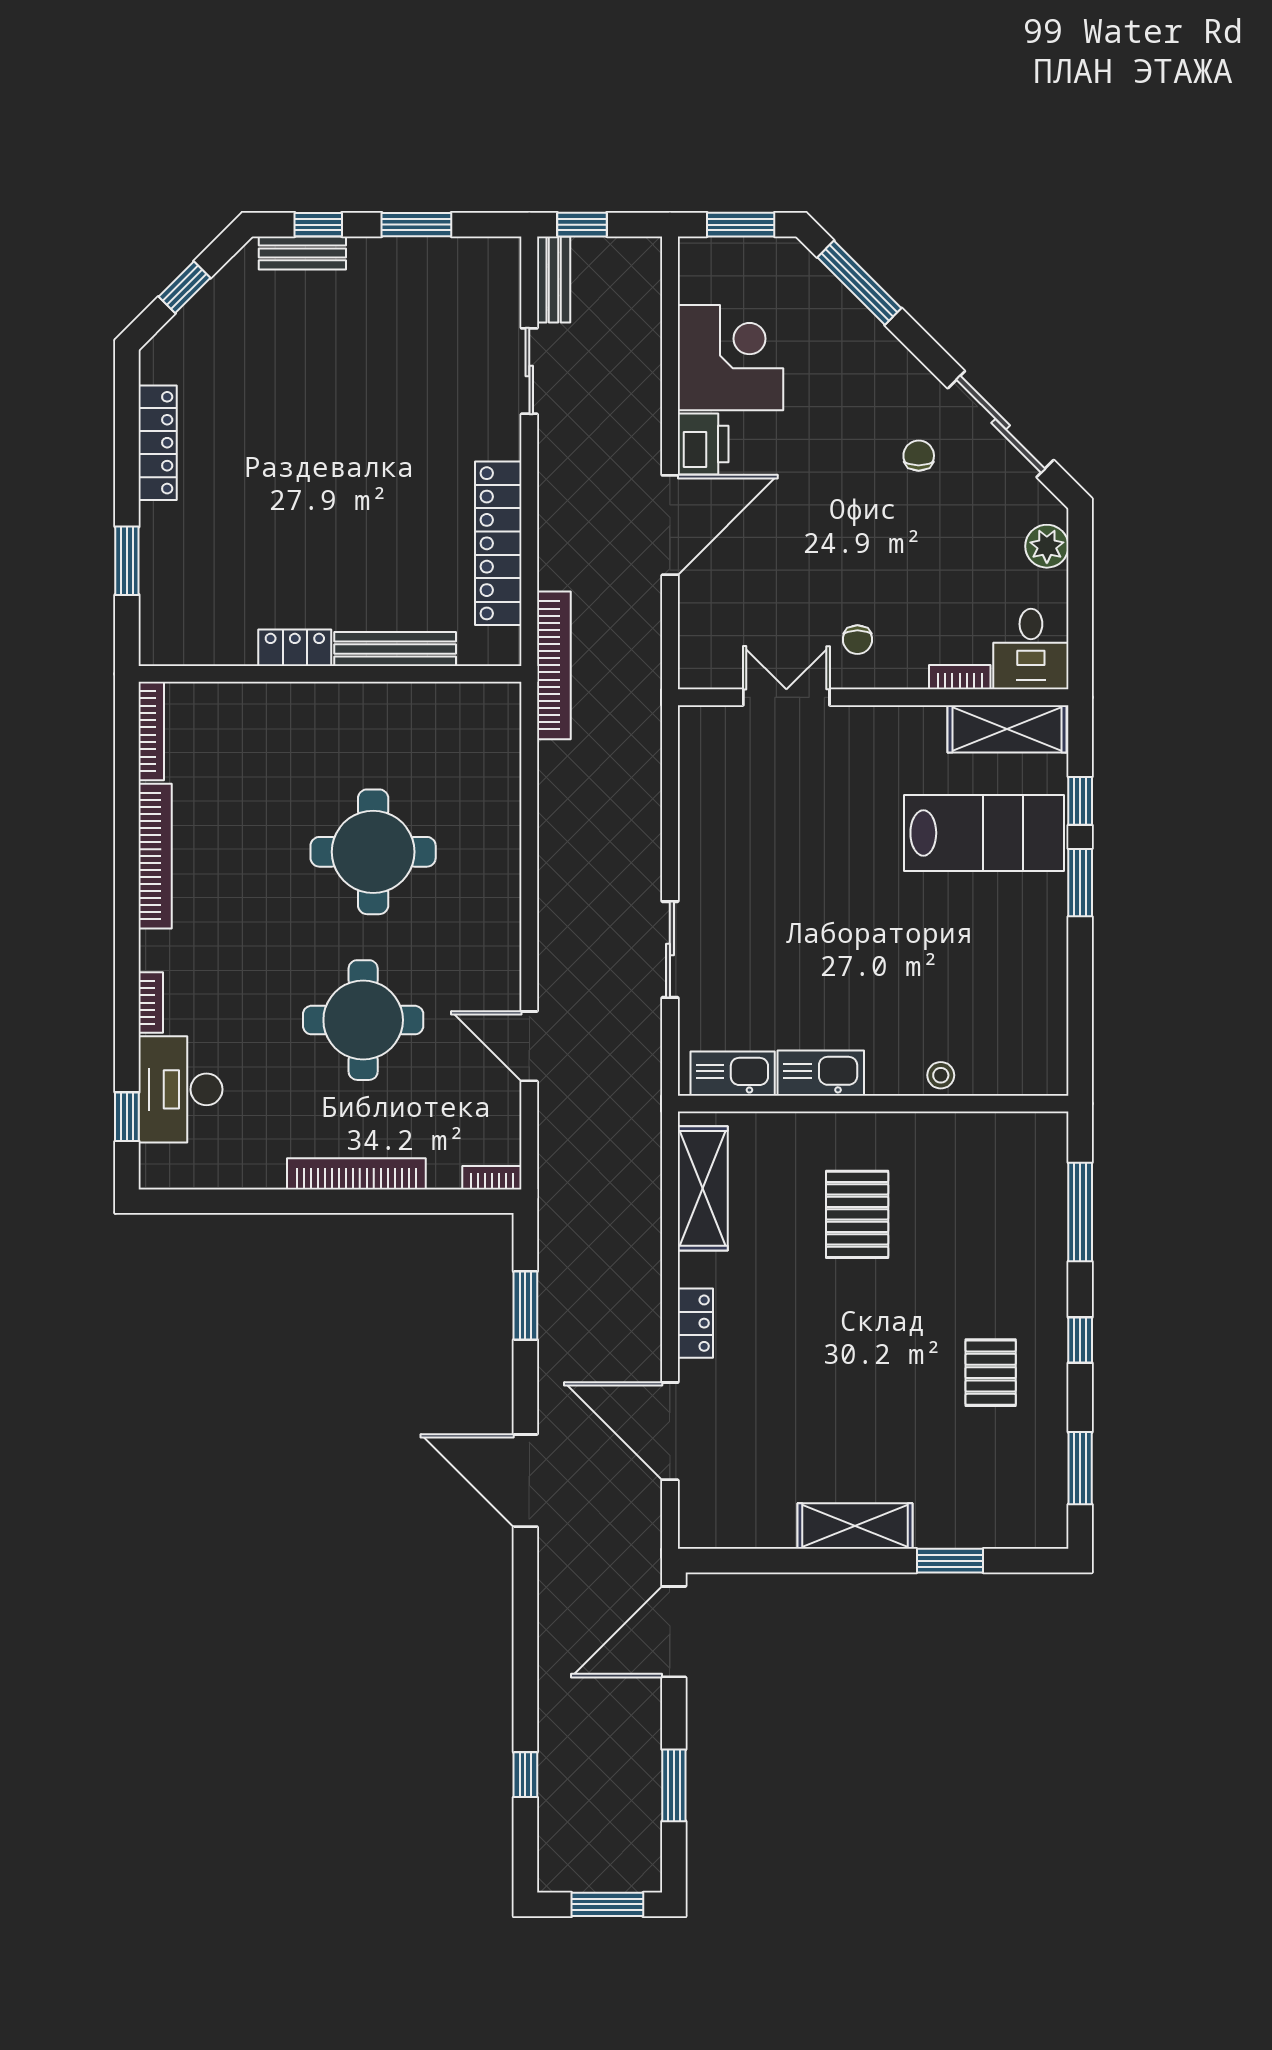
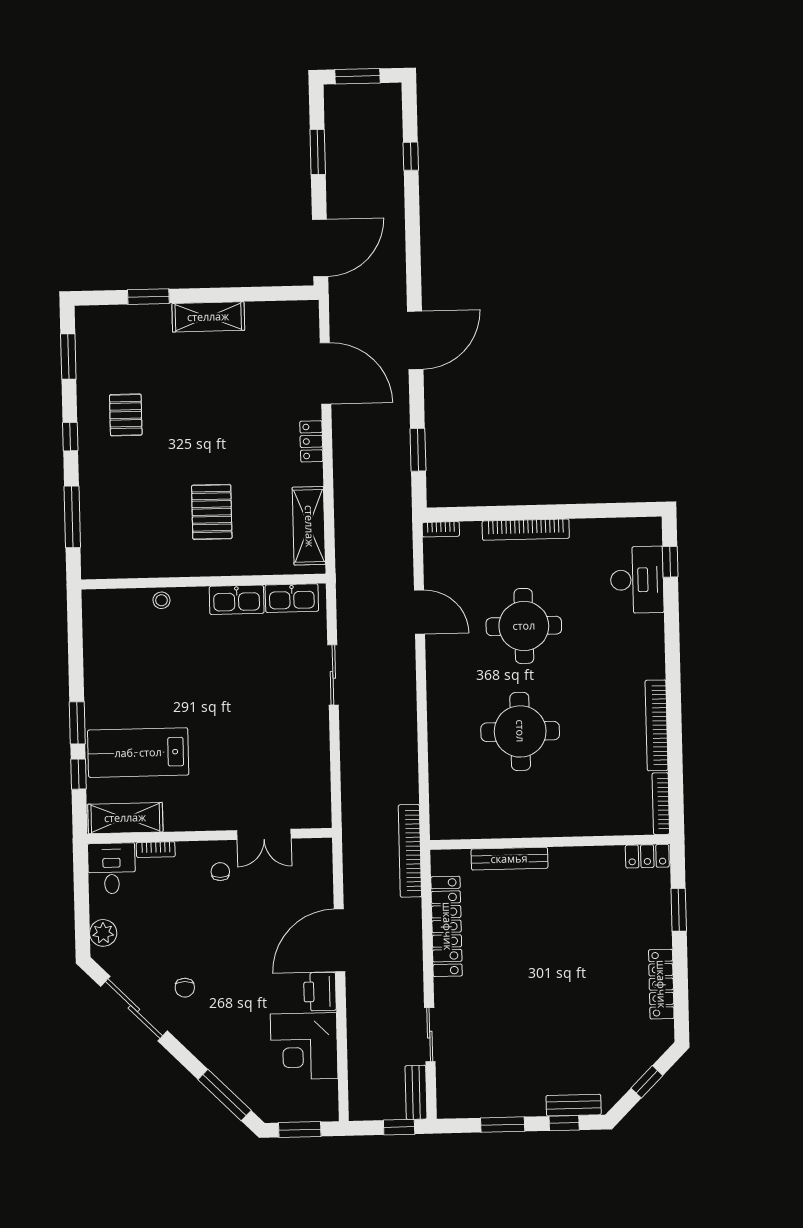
locker: (295, 648) -> (647, 856), moved
bookcase: (151, 1003) -> (657, 634), removed
door: (525, 1481) -> (415, 340), hinge flipped

